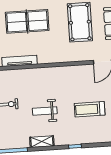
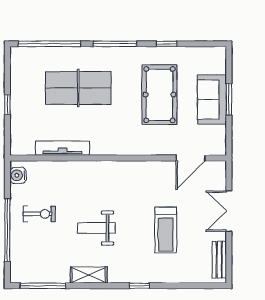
treadmill: (90, 109) -> (166, 230), turned -90

